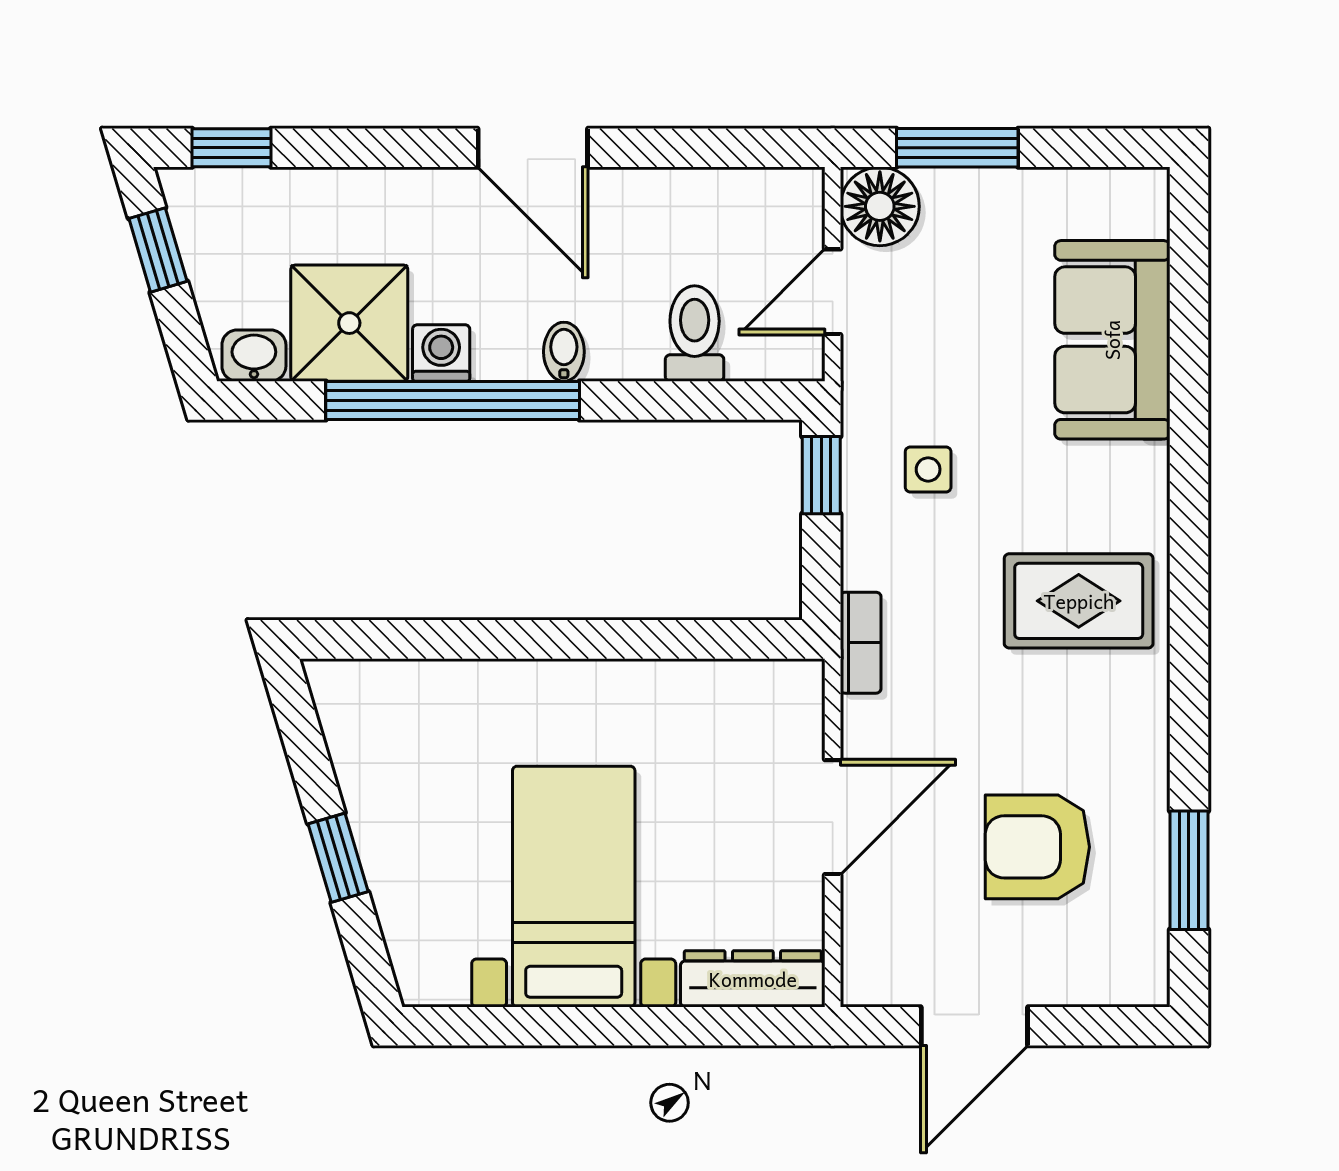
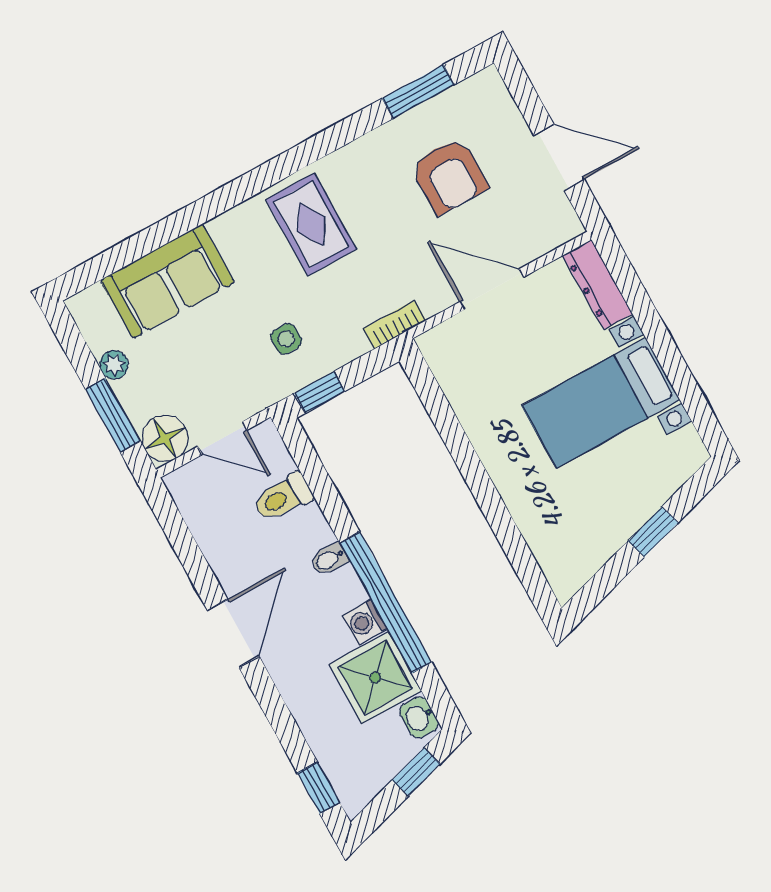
plant: (1032, 191) -> (114, 365), added
window: (158, 250) -> (416, 772), moved

